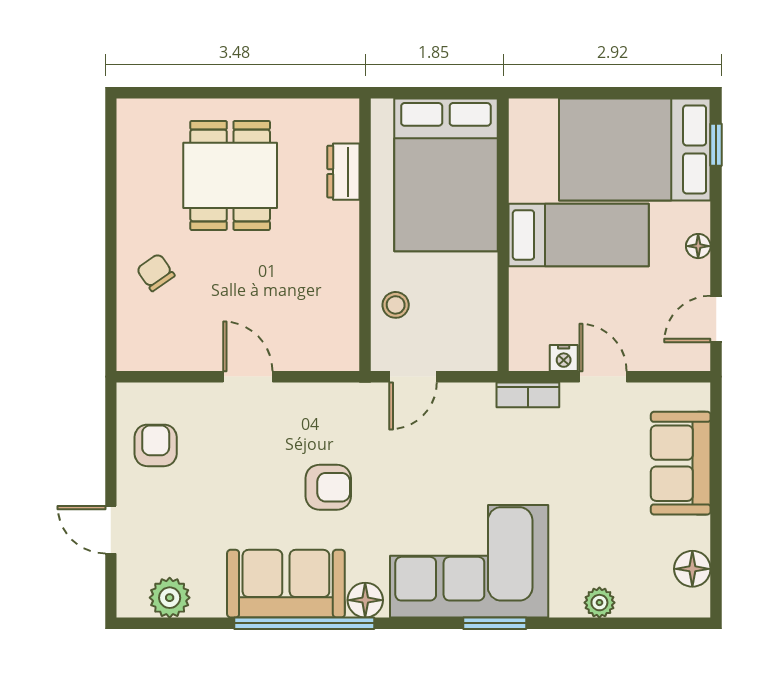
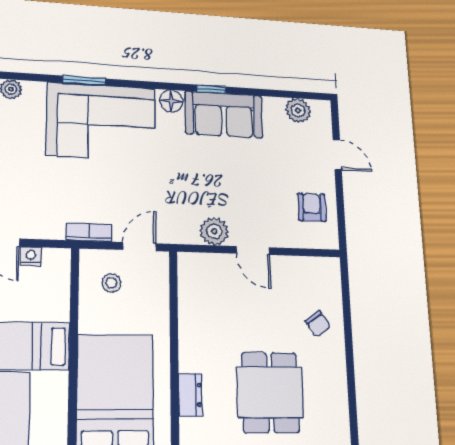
stool: (396, 305) -> (111, 283), moved
bookcase: (528, 395) -> (89, 232), moved
plant: (305, 403) -> (214, 231), added
armchair: (156, 445) -> (312, 207), turned 180
armchair: (328, 487) -> (197, 175), removed
window: (304, 623) -> (211, 89), width x0.32

